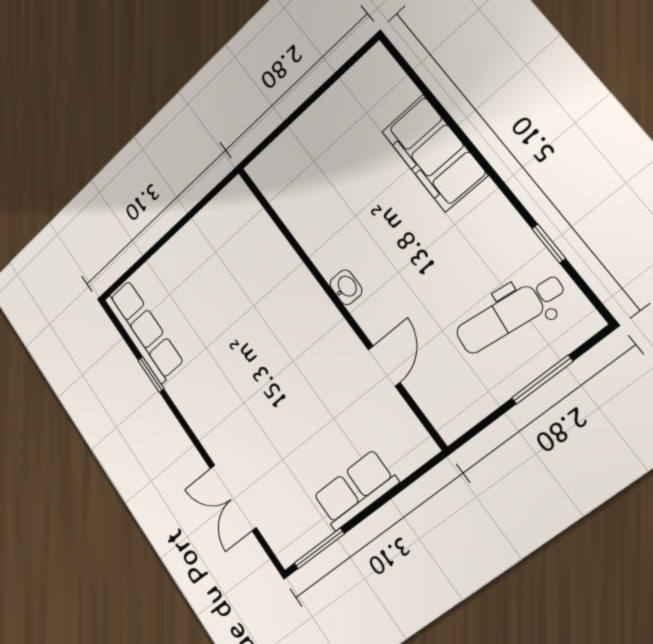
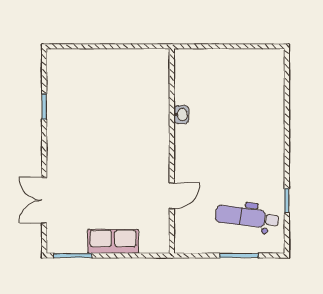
filing cabinet: (434, 153) -> (269, 121), removed
washbasin: (346, 287) -> (181, 115), moved
row of seats: (144, 331) -> (57, 82), removed

